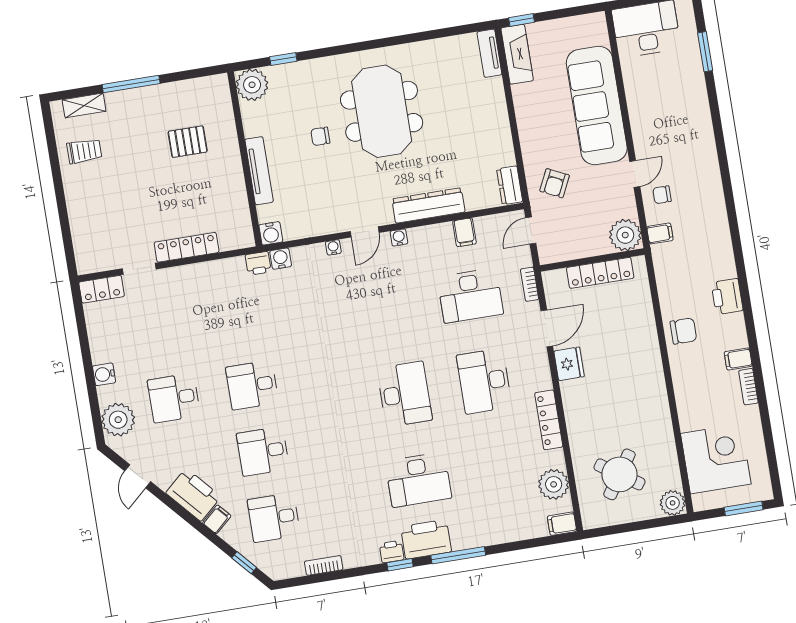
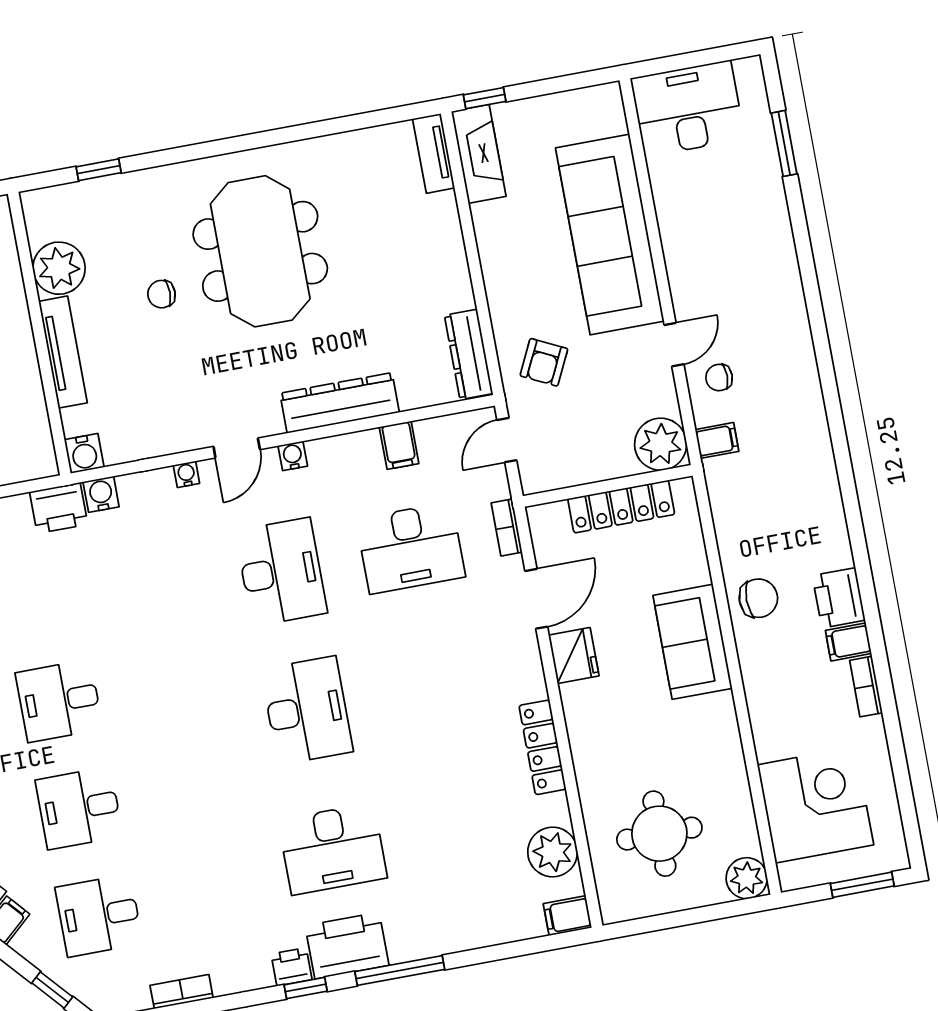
plant: (252, 85) -> (59, 268), moved
dresser: (510, 185) -> (469, 354), width x1.44
printer: (258, 263) -> (59, 508), width x1.36, depth x1.24
printer: (727, 297) -> (839, 598), moved
sofa: (642, 357) -> (693, 642), added
desk: (484, 381) -> (281, 572), moved, turned 180
round table: (619, 474) -> (659, 834), turned -34

